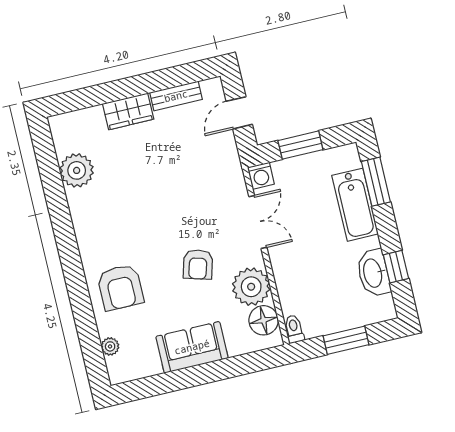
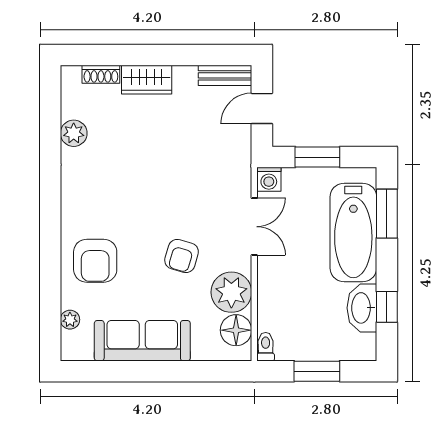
bench: (176, 96) -> (225, 75), moved
shoe rack: (85, 116) -> (101, 74), added
plant: (77, 170) -> (74, 133), width x0.73, depth x0.73
bathtub: (355, 205) -> (353, 232), width x1.36, depth x1.36
sofa: (192, 347) -> (142, 341), width x1.36

